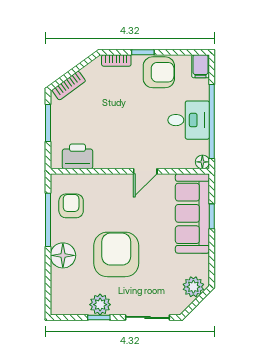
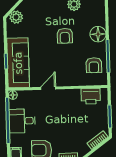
armchair: (116, 254) -> (65, 36), width x0.53, depth x0.53

